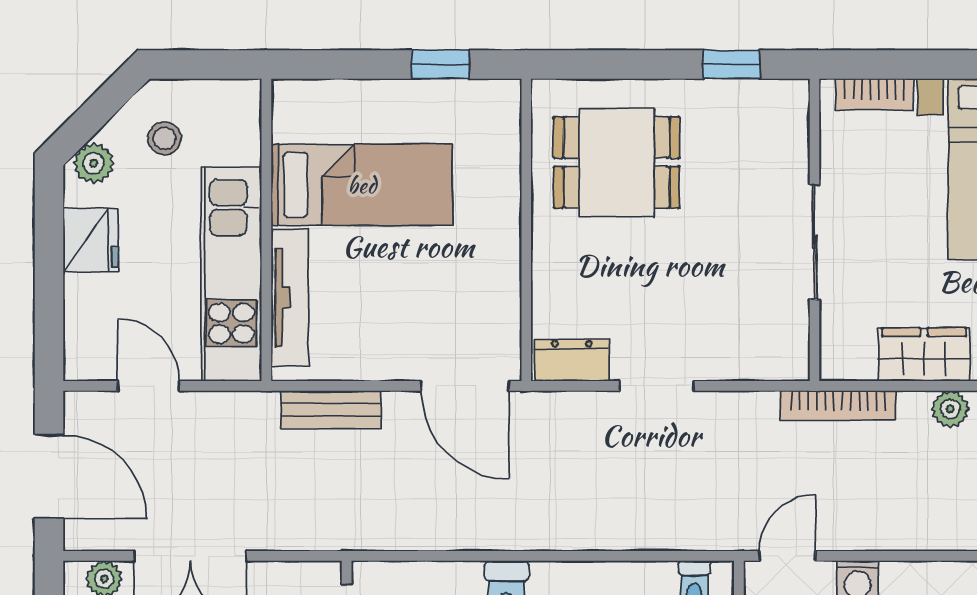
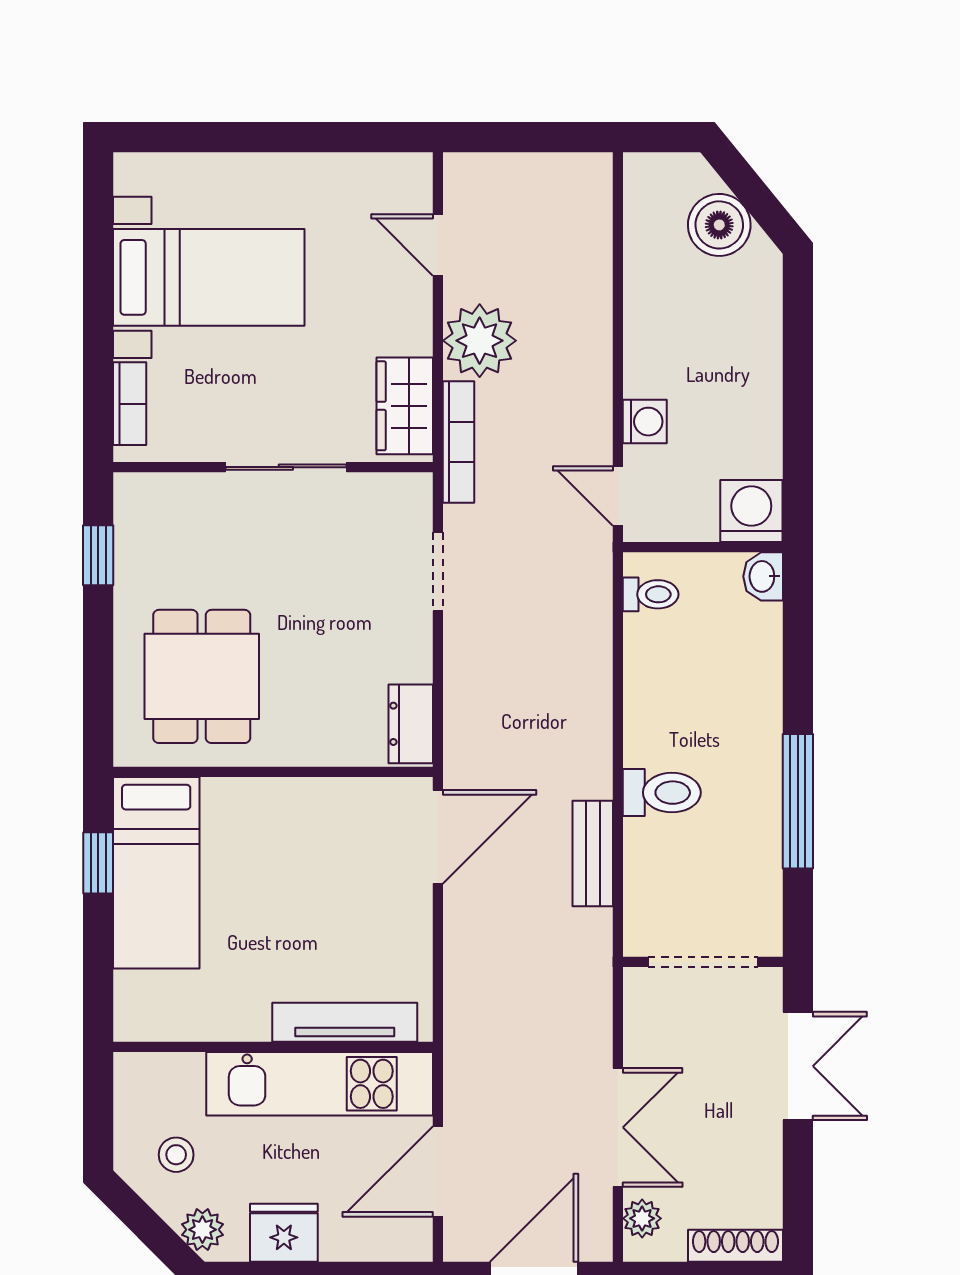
bed: (362, 185) -> (156, 873), moved, turned 180
wardrobe: (924, 354) -> (405, 406), moved
door: (149, 386) -> (438, 1172), width x1.38
doorway: (657, 386) -> (438, 572), moved
plant: (950, 409) -> (480, 341), width x1.88, depth x1.88
bench: (331, 410) -> (593, 854), moved

